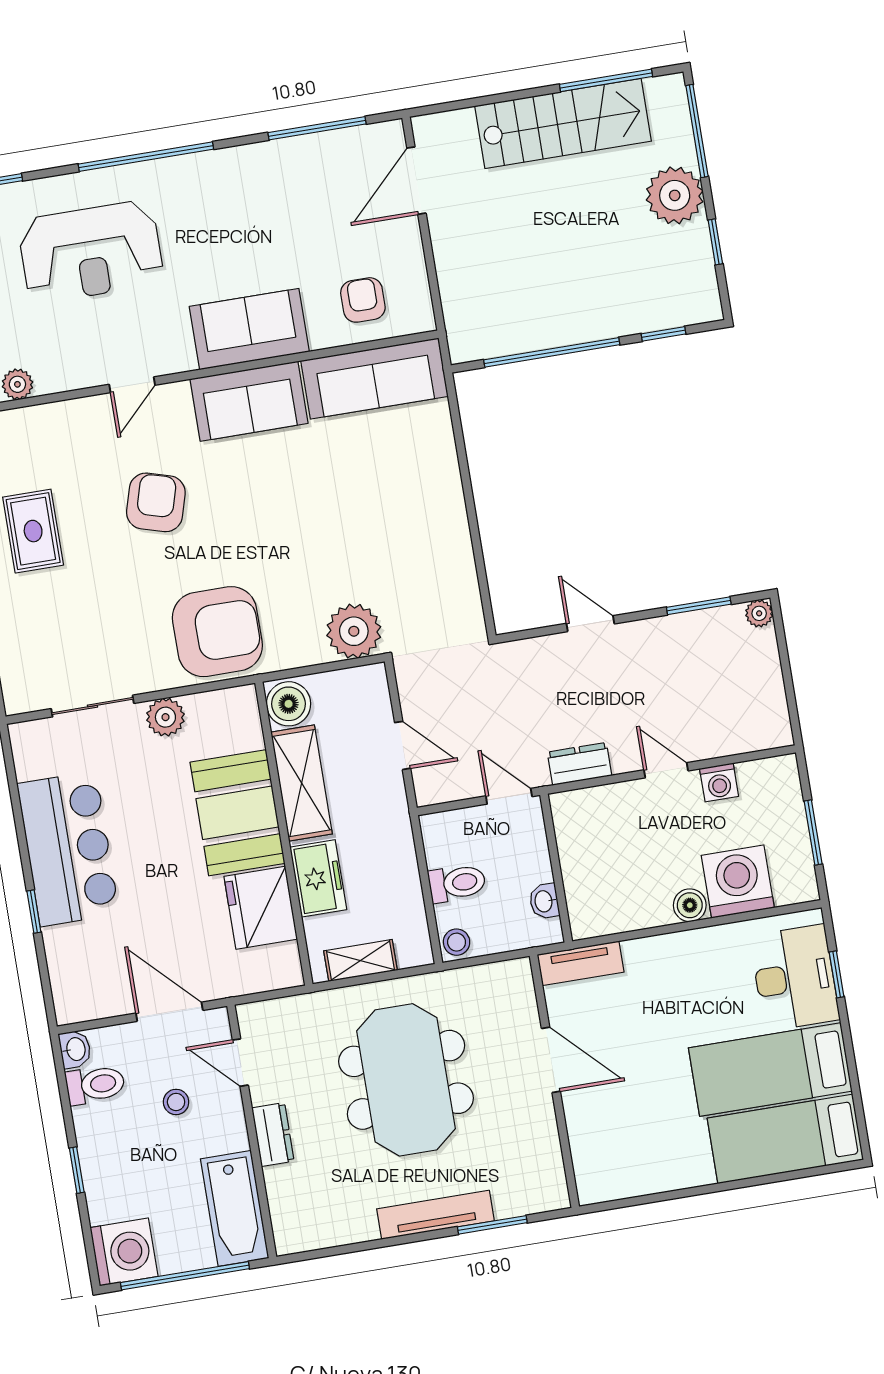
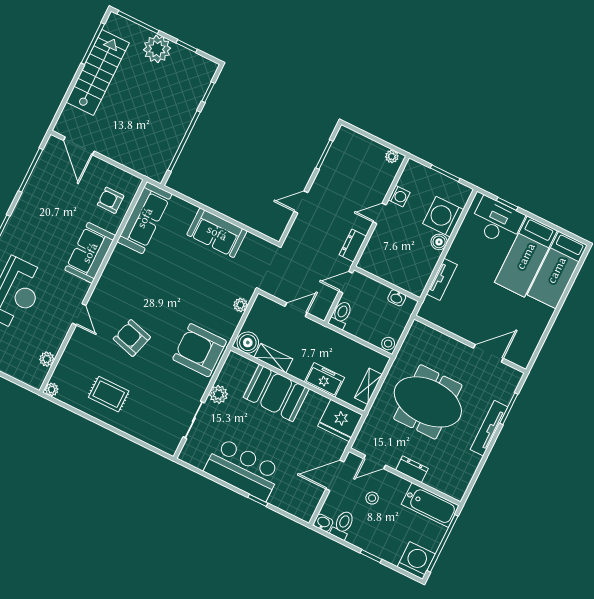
sofa: (249, 401) -> (217, 233), moved, turned 90
plant: (759, 613) -> (392, 156), moved
plant: (354, 631) -> (240, 305), width x0.53, depth x0.53
armchair: (217, 632) -> (200, 350), turned -90
shelving: (302, 783) -> (273, 358), width x0.67, depth x0.75
toilet: (457, 883) -> (341, 315), moved
fridge: (261, 908) -> (340, 421), moved
tv unit: (581, 963) -> (442, 279), moved
door: (551, 1060) -> (488, 353), moved

